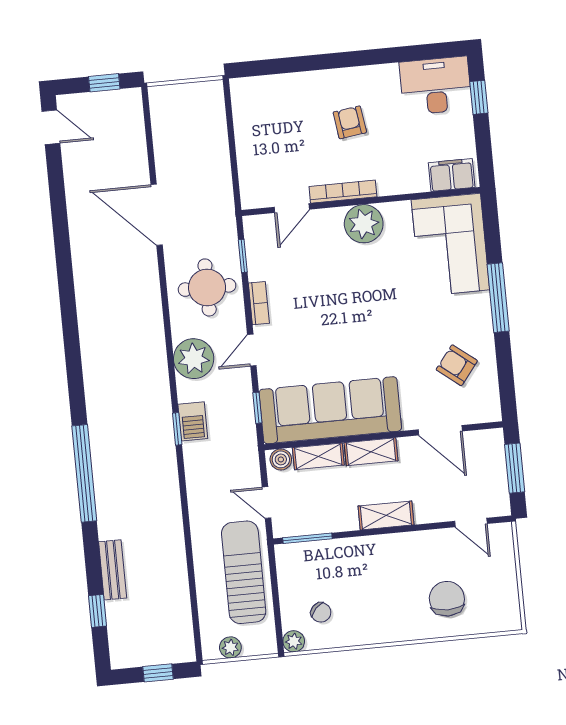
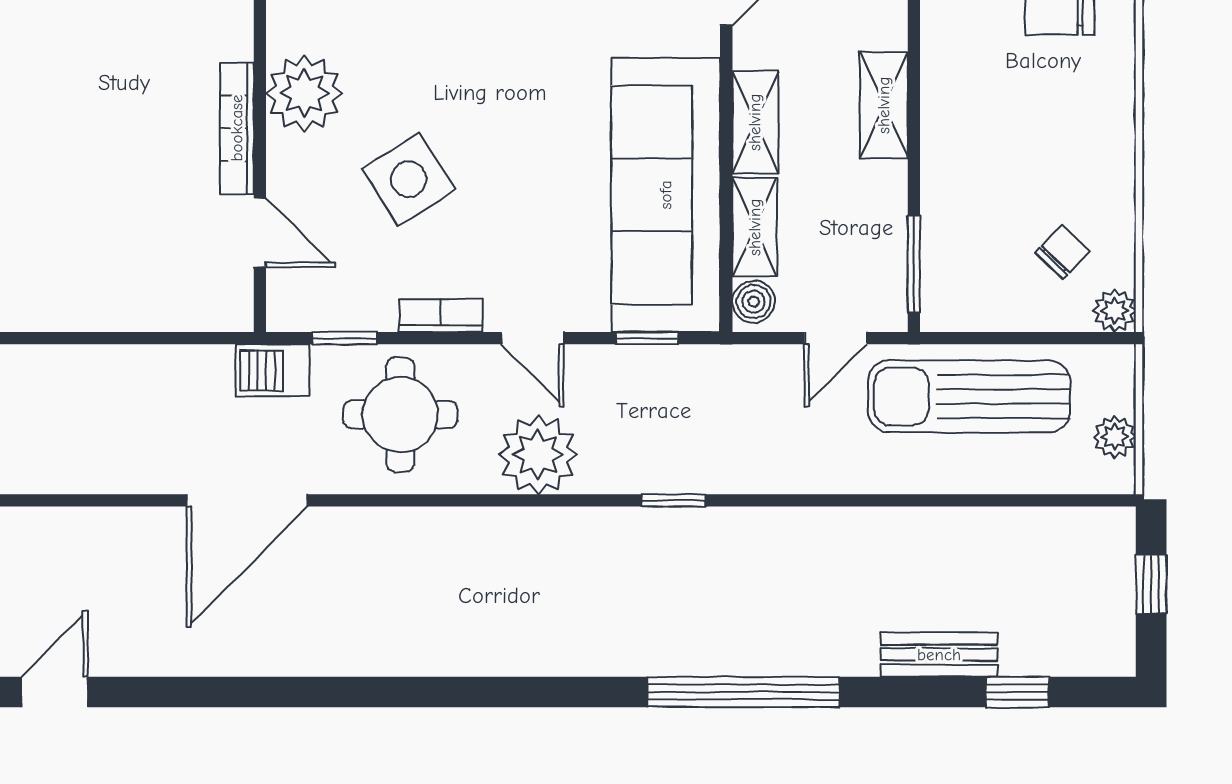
armchair: (350, 122) -> (102, 102), removed
side table: (326, 280) -> (409, 179), added
barbecue: (193, 421) -> (273, 370), moved, turned 180

